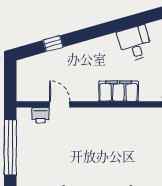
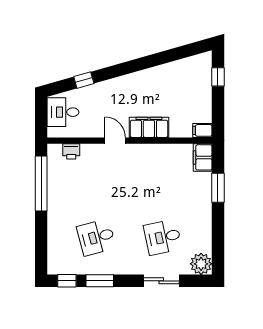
desk: (135, 43) -> (63, 112), moved, turned -74
door: (60, 104) -> (115, 141), moved

